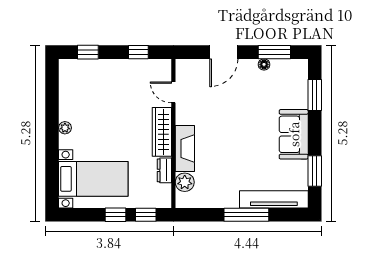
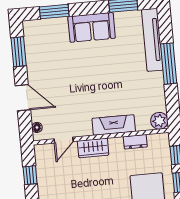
floor lamp: (264, 64) -> (37, 127), moved
wardrobe: (162, 132) -> (93, 148), width x0.67
plant: (185, 182) -> (159, 121), moved

